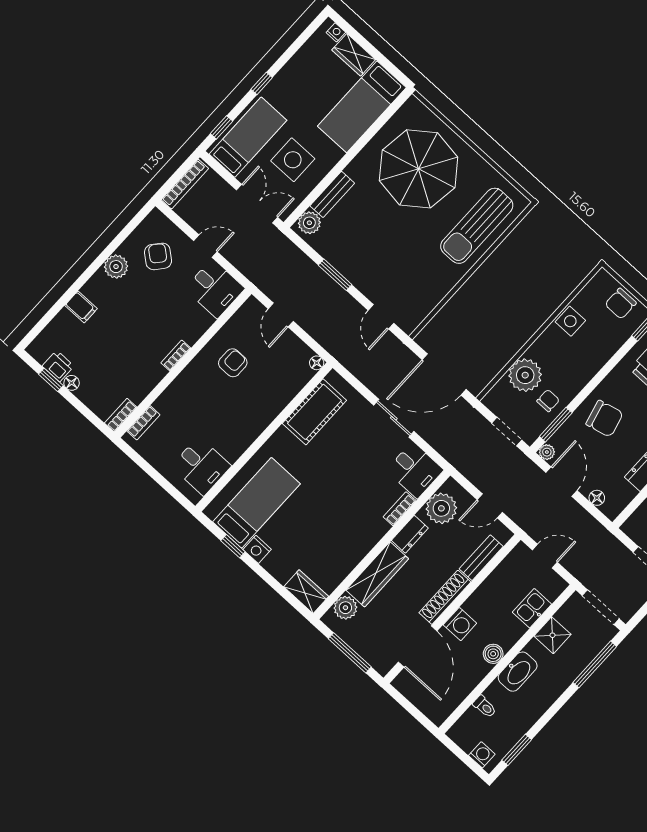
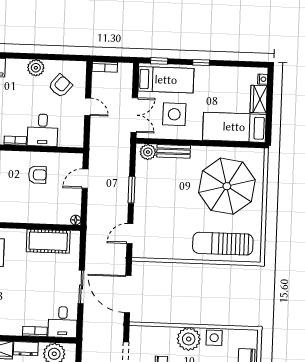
bookcase: (185, 184) -> (105, 67), width x0.64
desk: (215, 289) -> (43, 130), moved
plant: (525, 375) -> (189, 339), moved

